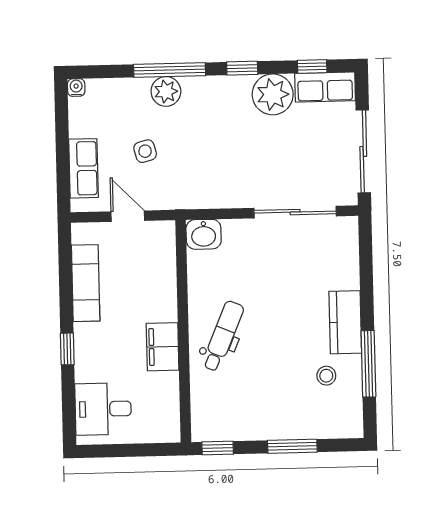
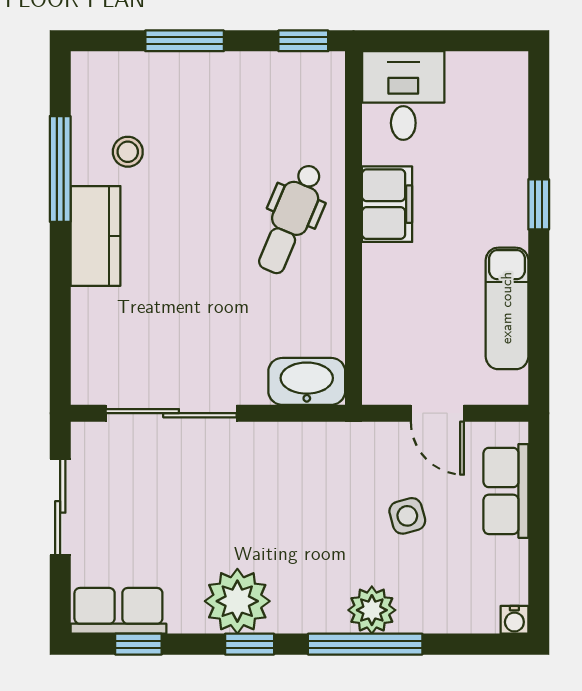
plant: (273, 94) -> (237, 601), moved
sliding door: (363, 151) -> (60, 507), width x0.73
washbasin: (204, 234) -> (307, 381), width x1.38
desk: (103, 409) -> (403, 96), moved, turned -90

